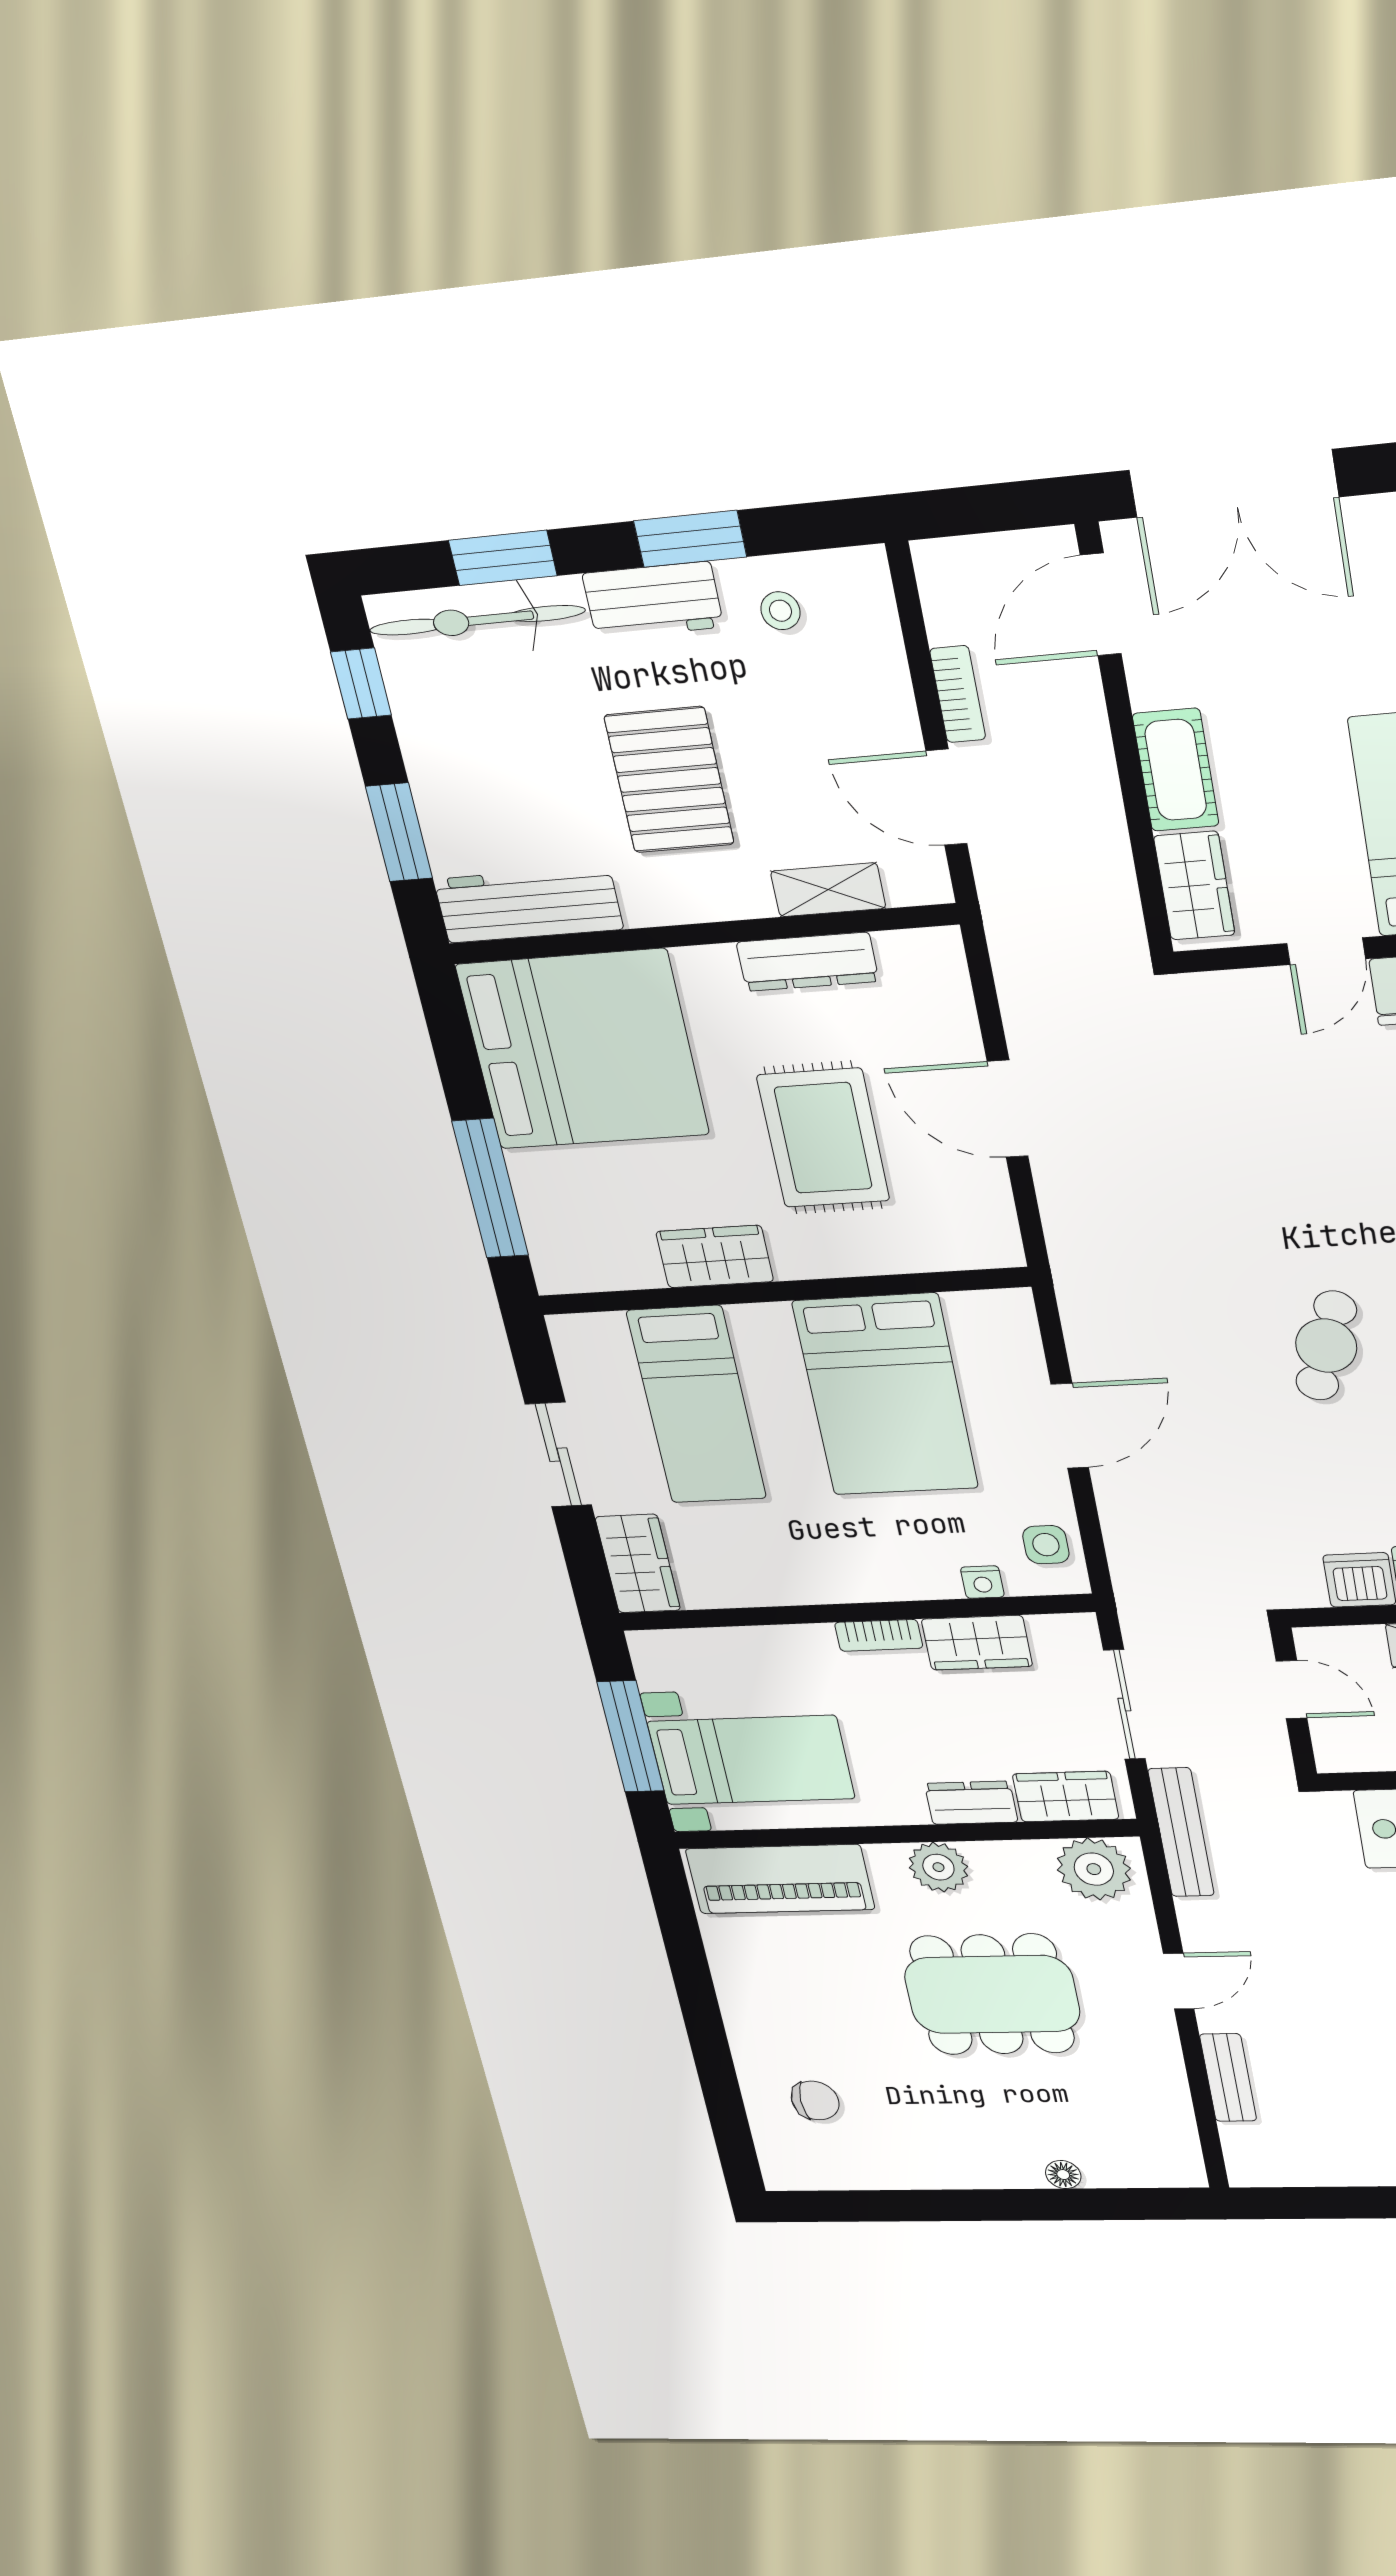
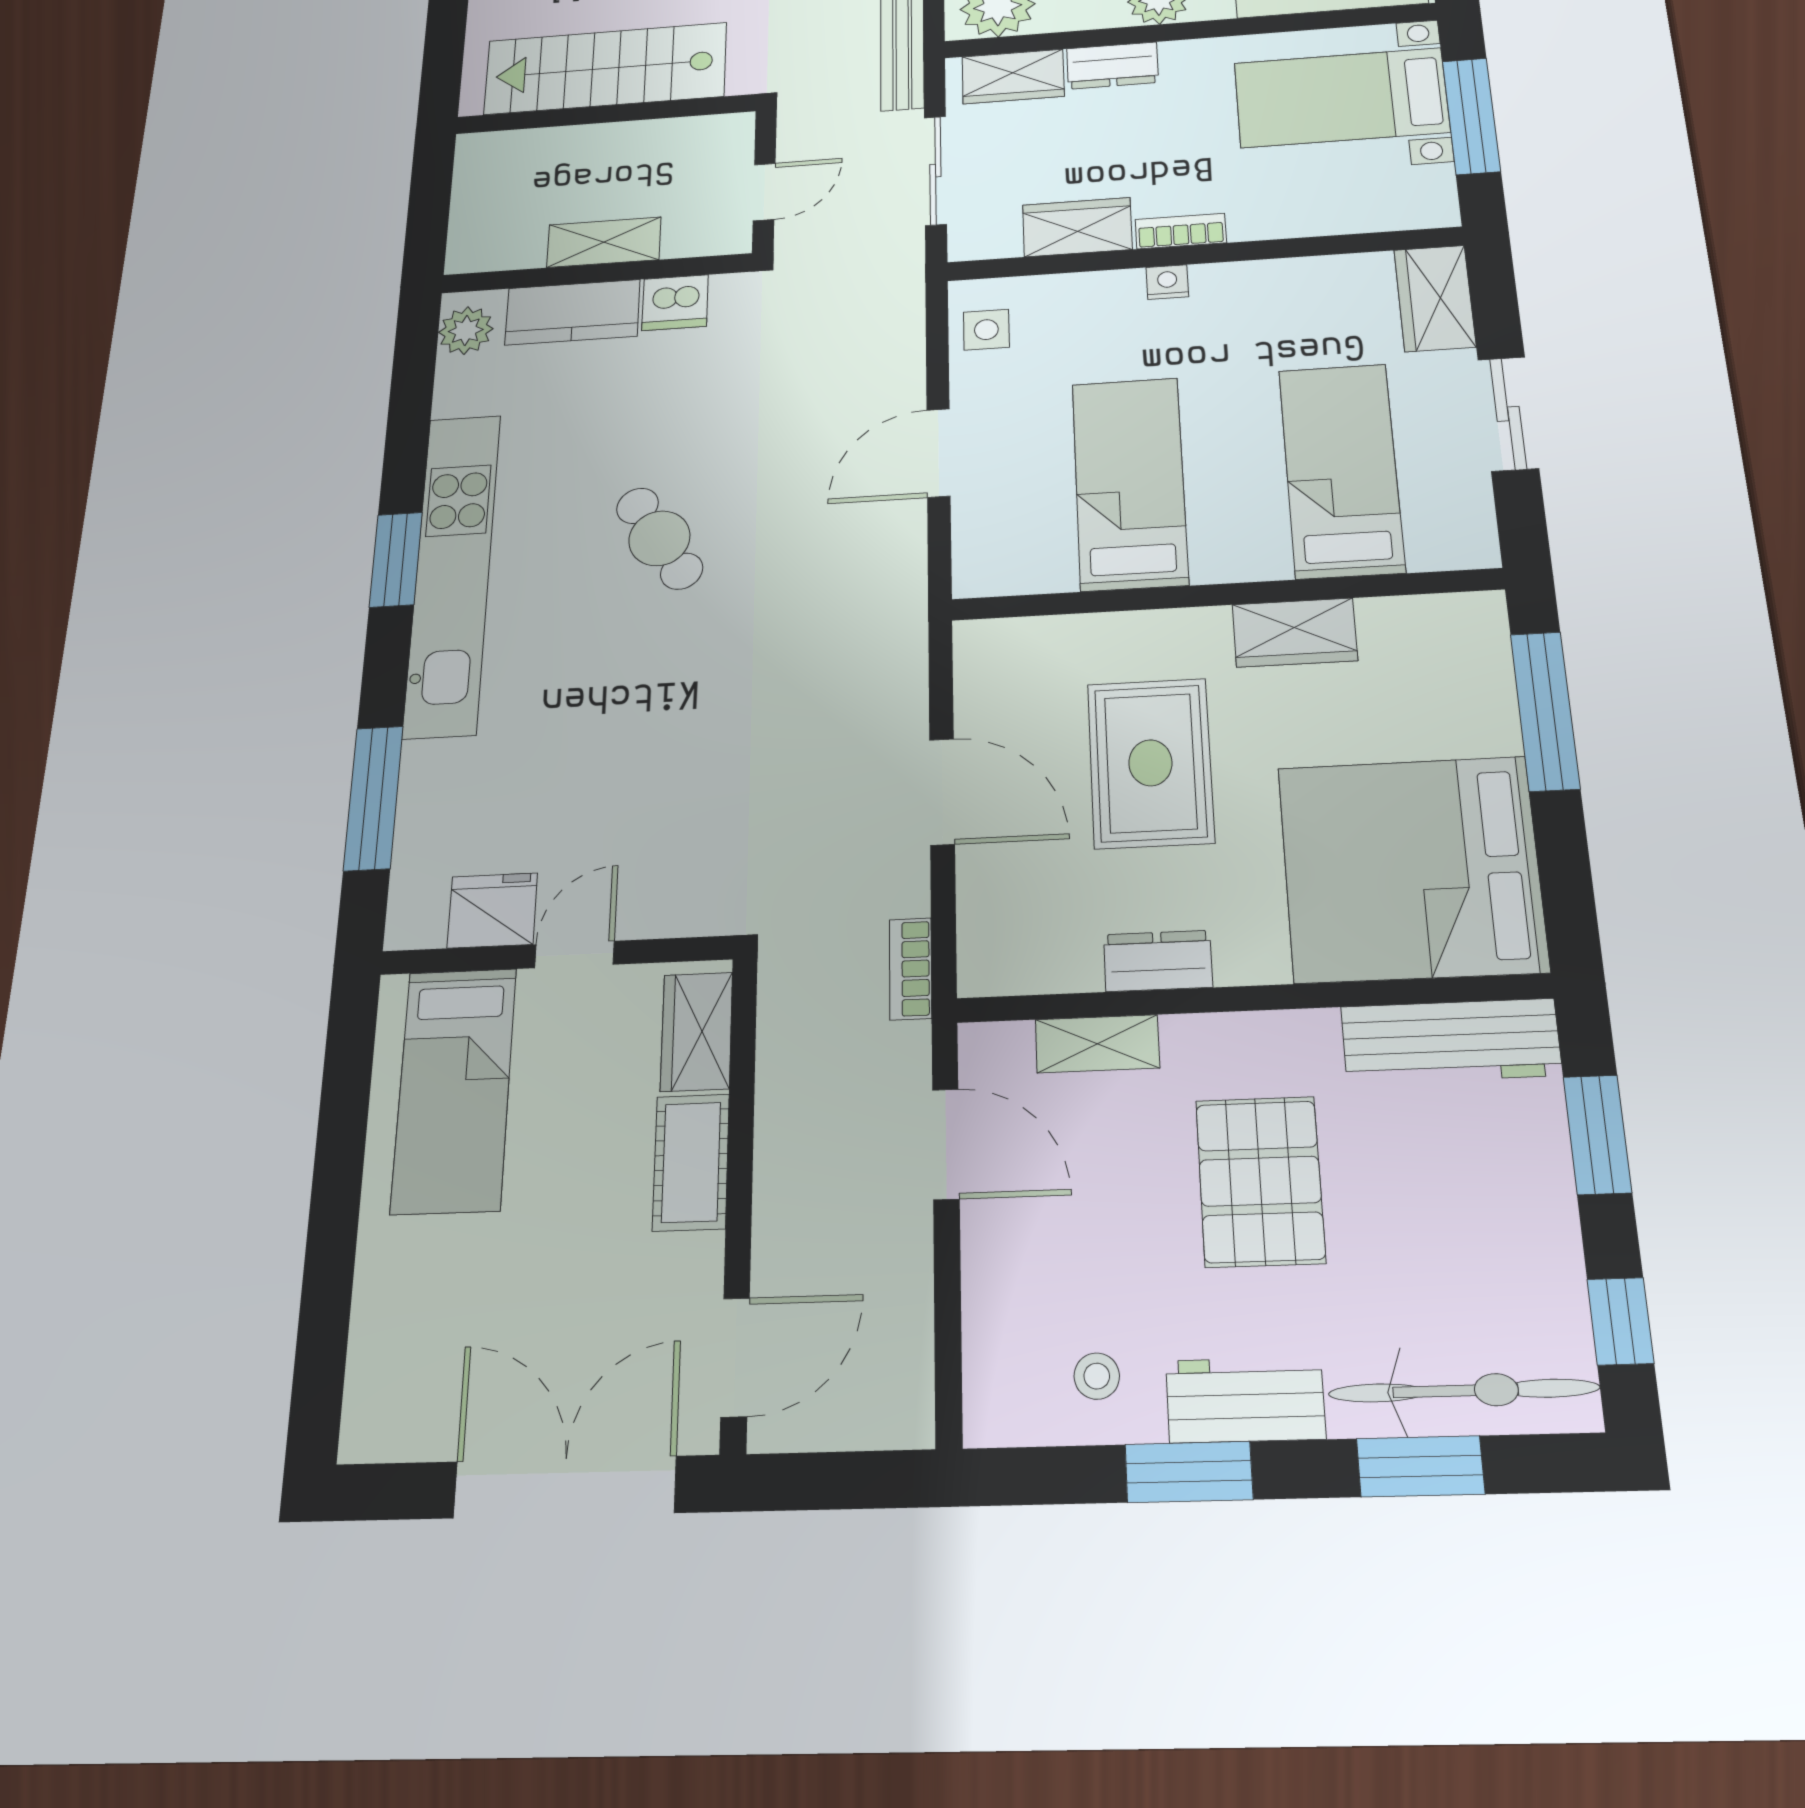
bookcase: (958, 694) -> (911, 969), moved
dresser: (808, 962) -> (1158, 961), width x0.70
cafe table: (1326, 1346) -> (659, 538), turned -52
bed: (886, 1395) -> (1130, 483), width x0.67
nightstand: (982, 1582) -> (1167, 282), moved
door: (1292, 1690) -> (764, 192), swing flipped

